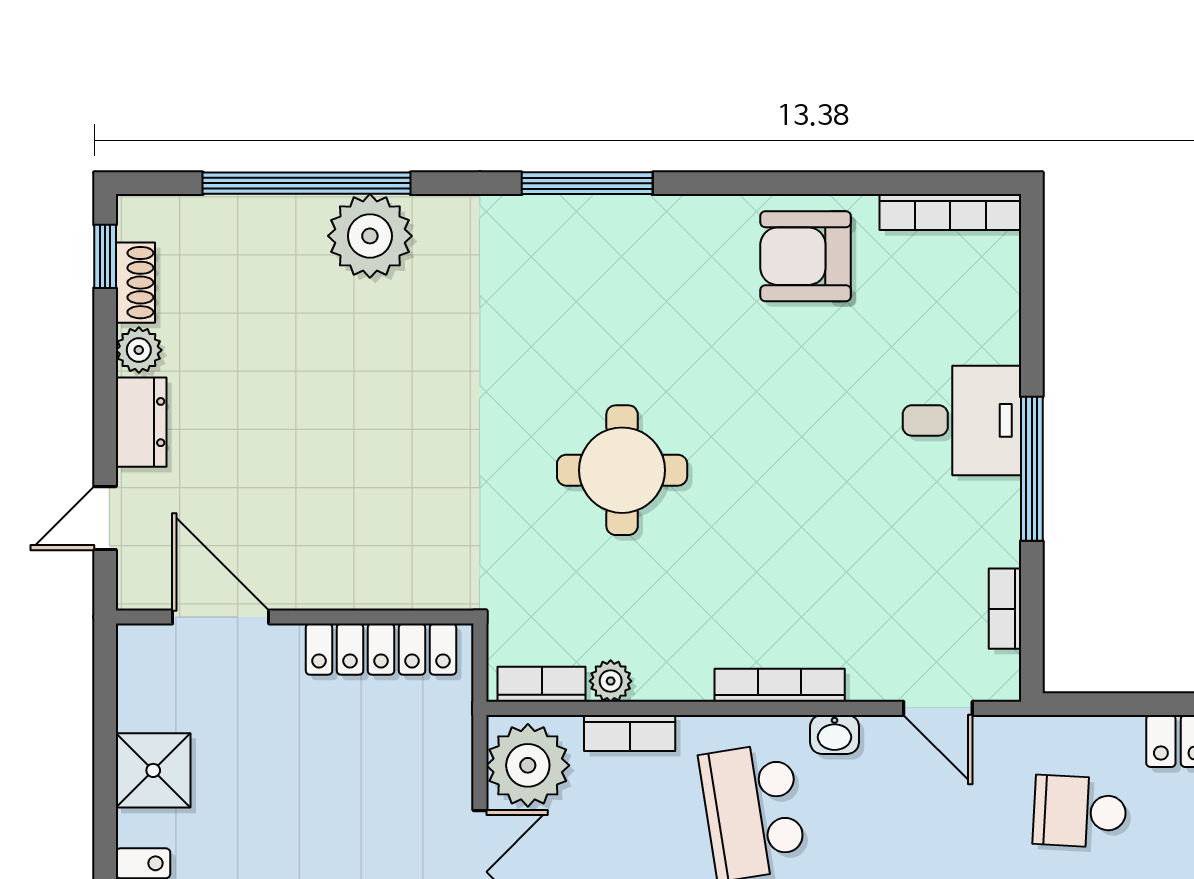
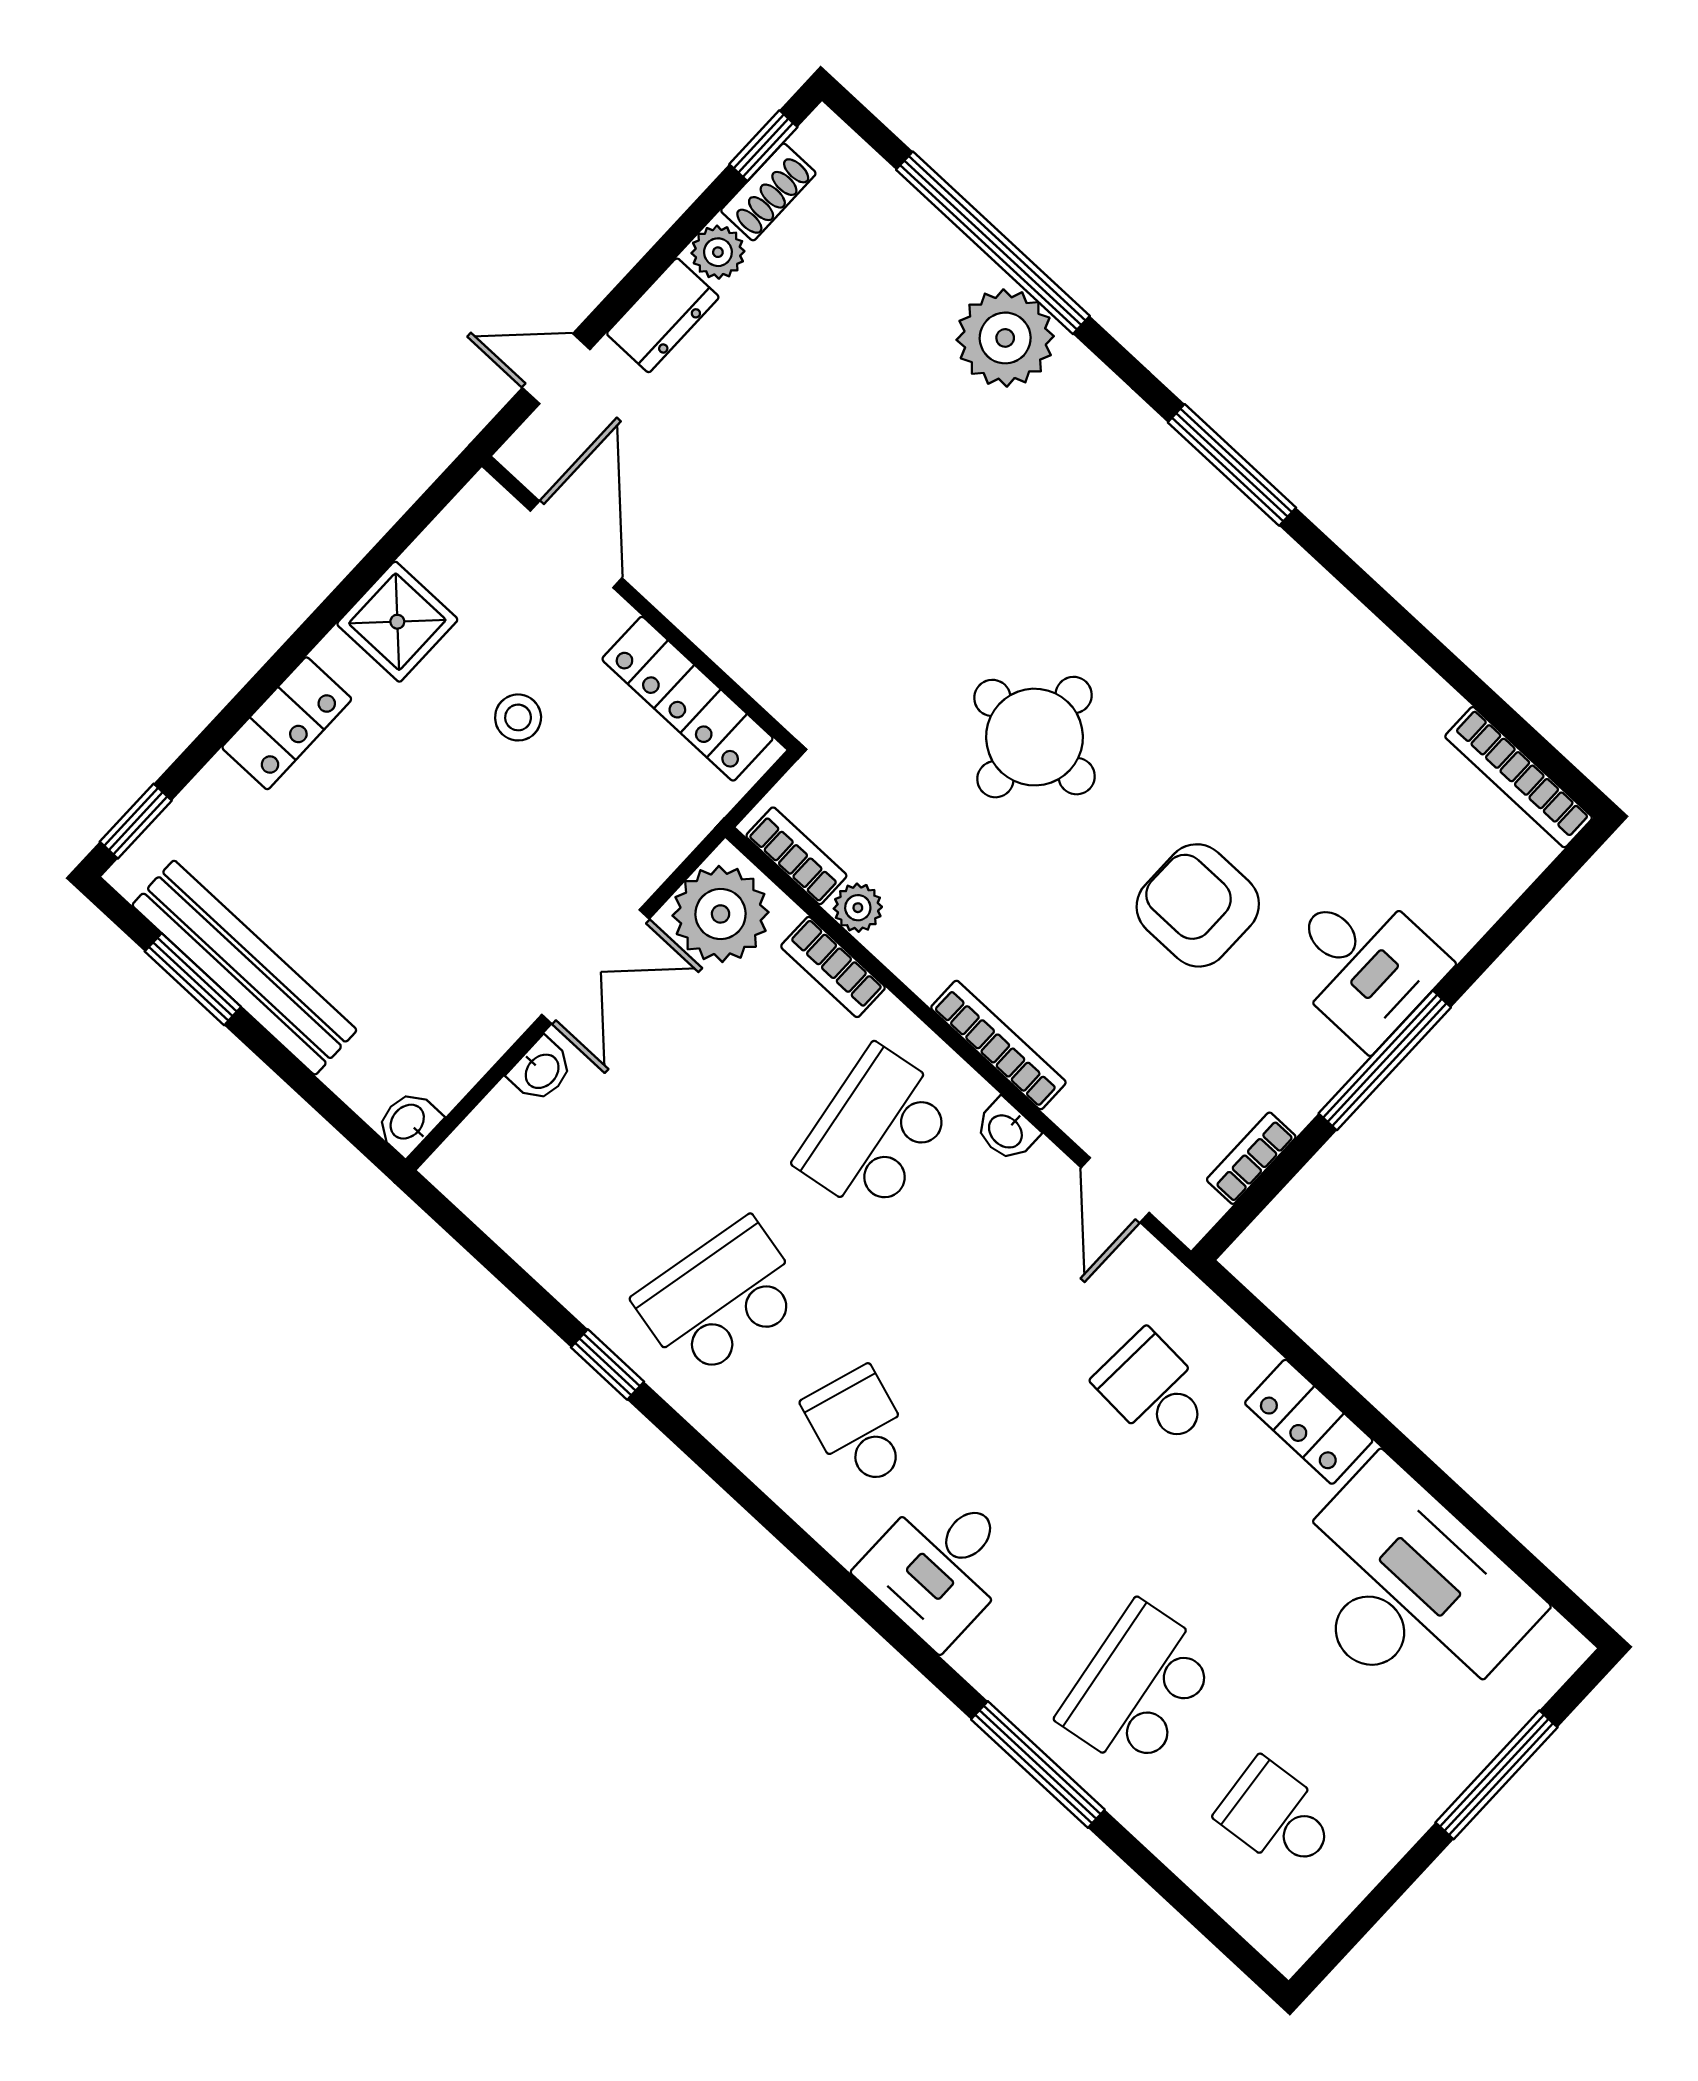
armchair: (806, 256) -> (1198, 905), moved
stool: (285, 760) -> (518, 717), added

